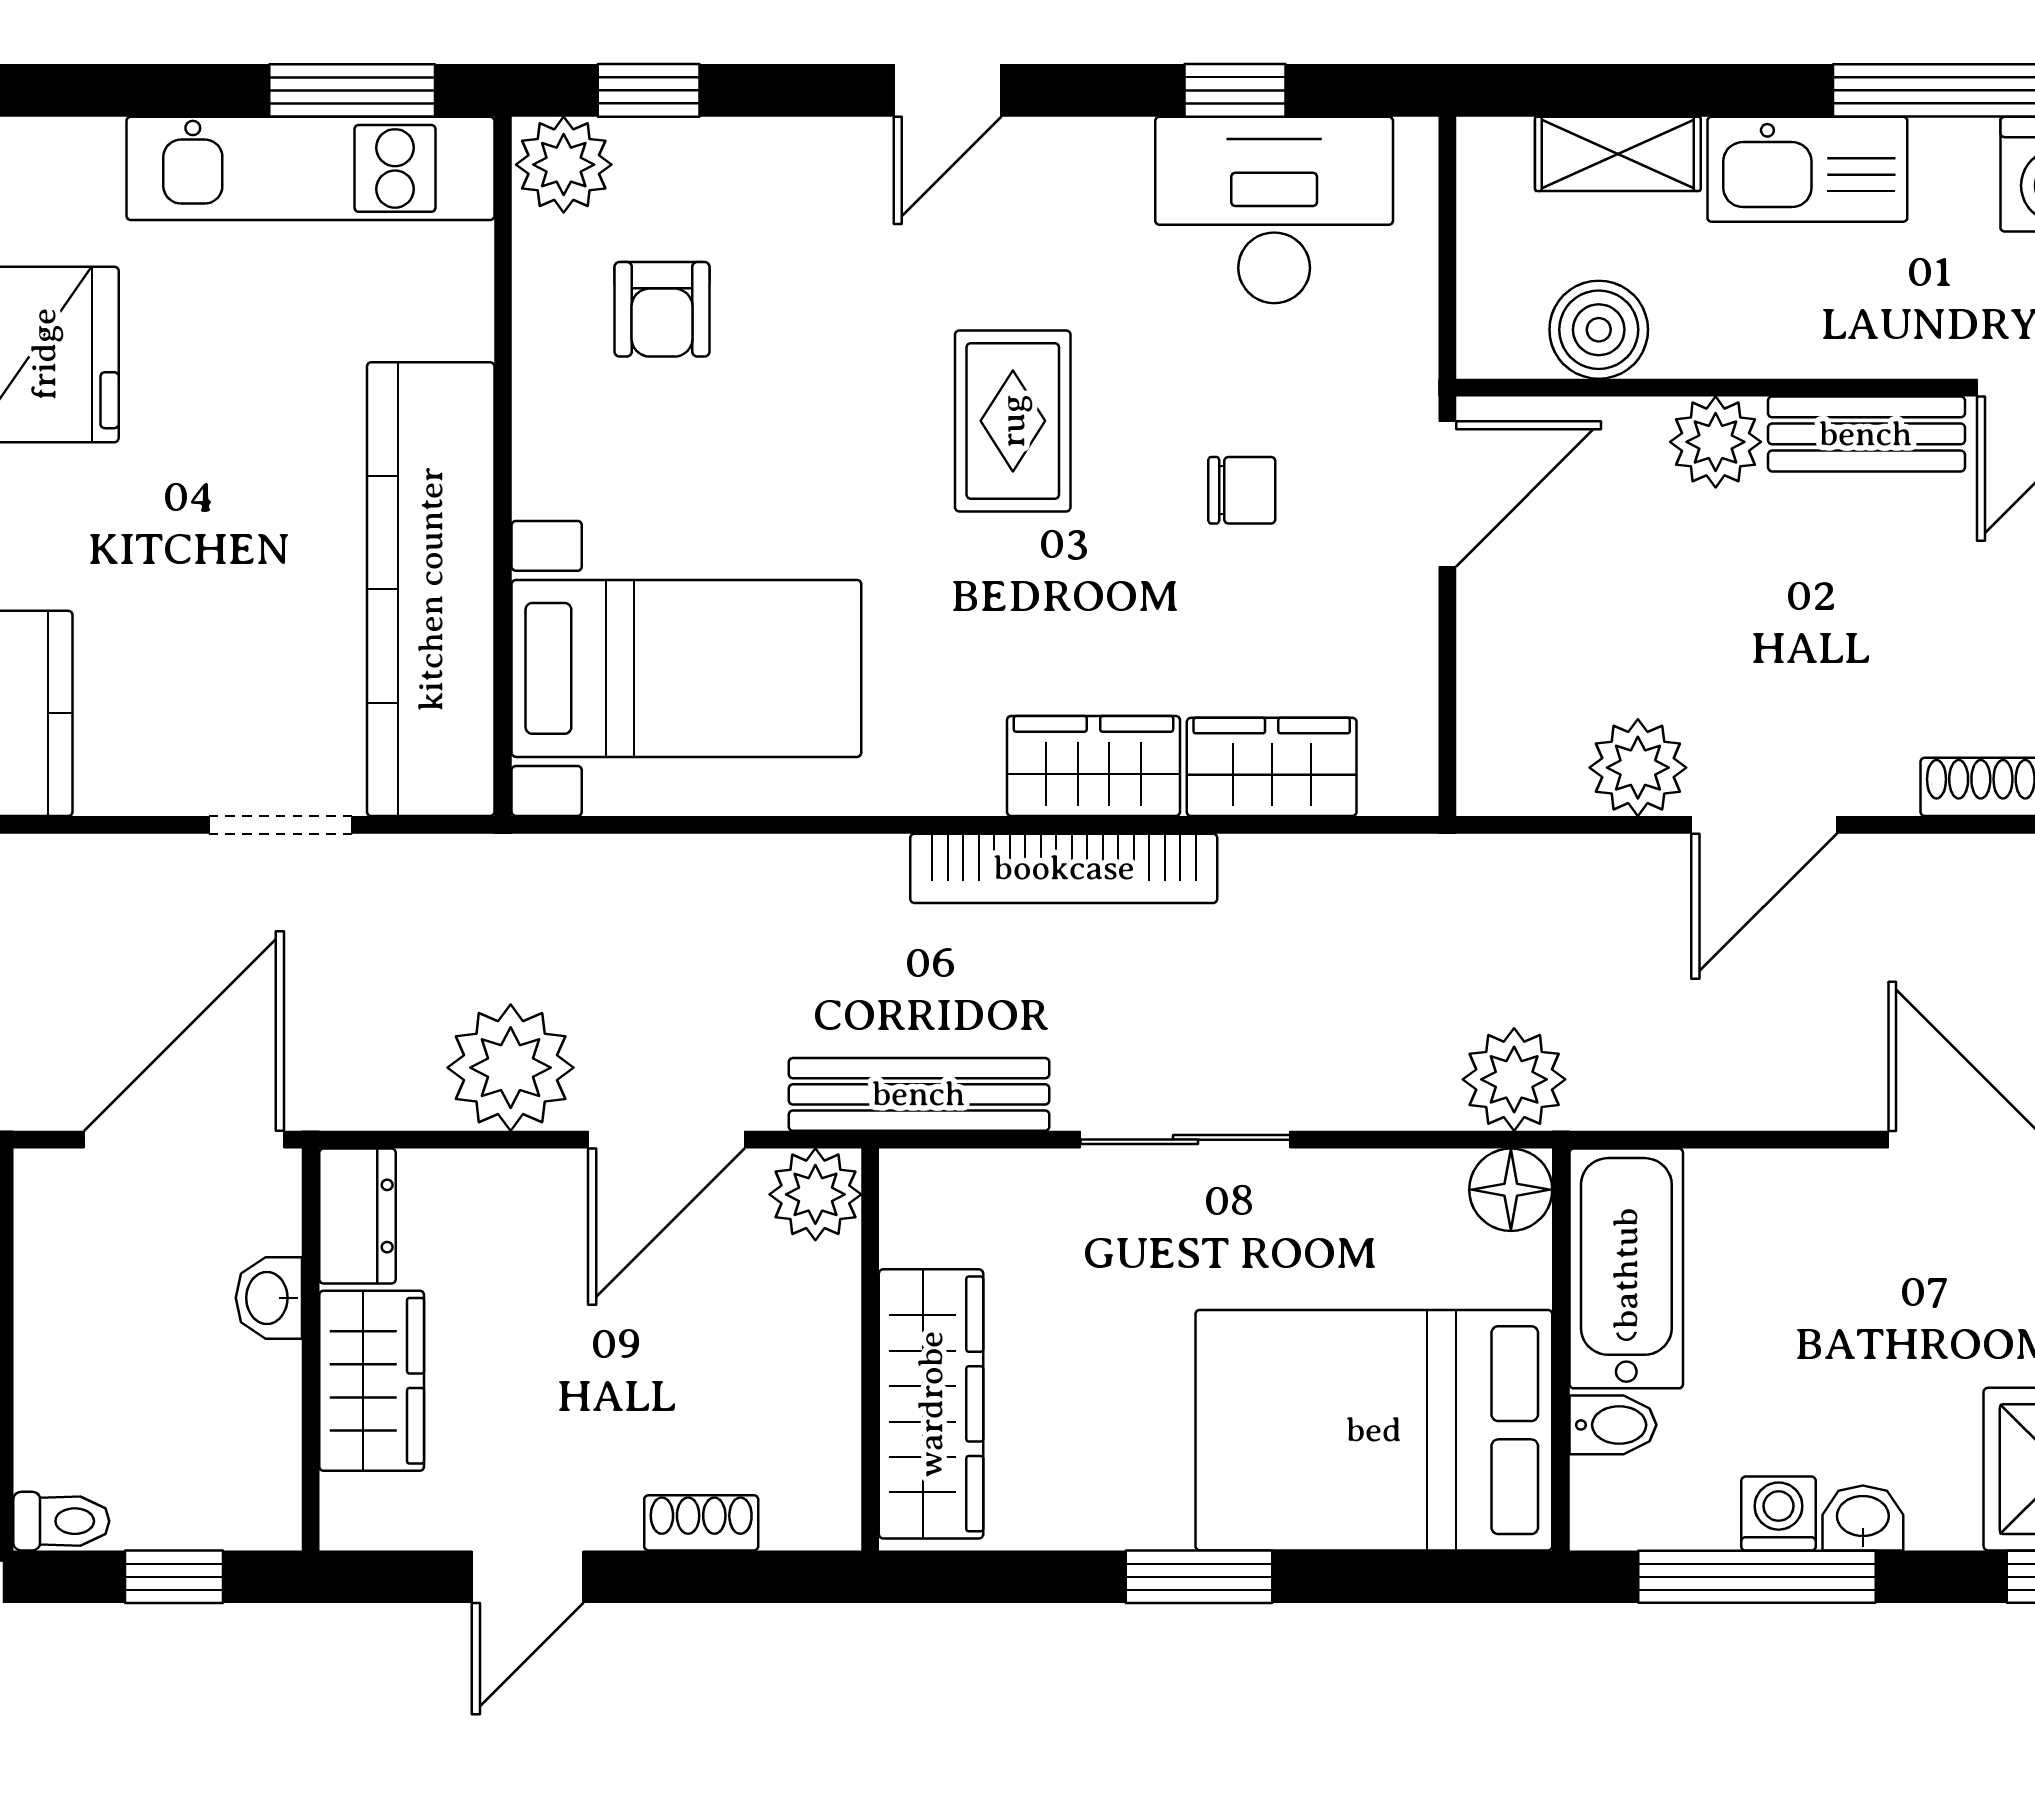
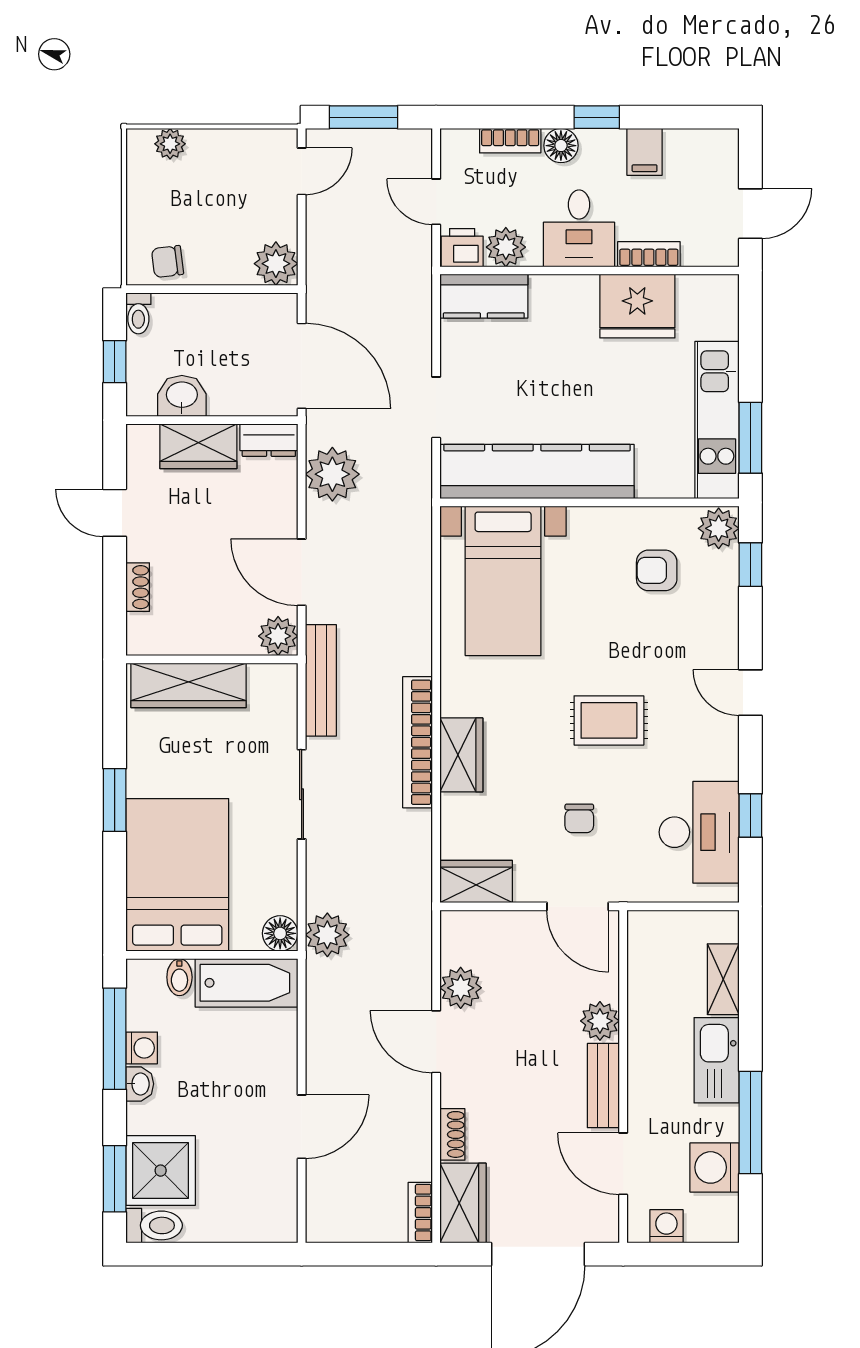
boiler: (1599, 330) -> (648, 971), removed
wardrobe: (1272, 767) -> (476, 881), moved, turned -90
plant: (511, 1068) -> (332, 474), moved
washbasin: (269, 1298) -> (182, 396), moved, width x1.38, depth x1.45

